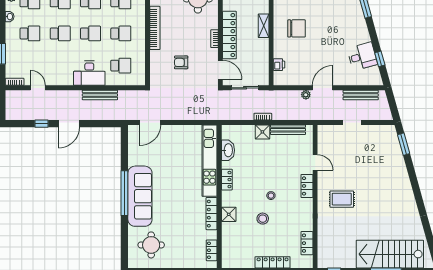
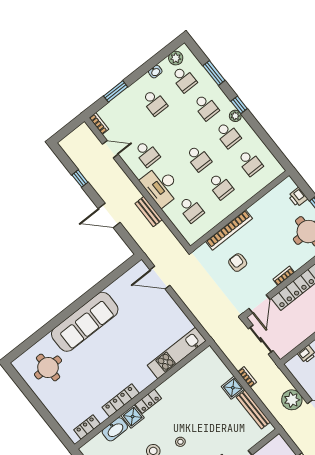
bookcase: (155, 28) -> (229, 230), moved
school desk: (60, 33) -> (147, 154), moved
door: (38, 88) -> (110, 149), hinge flipped
bench: (100, 95) -> (149, 211), width x0.73
plant: (306, 95) -> (292, 400), width x1.88, depth x1.88
door: (69, 124) -> (109, 216), moved
washbasin: (228, 150) -> (115, 429), moved
kitchen unit: (209, 161) -> (177, 353), width x0.73
locker: (227, 180) -> (148, 401), moved
window: (124, 193) -> (76, 305), removed

